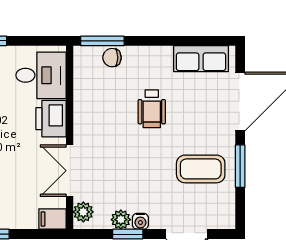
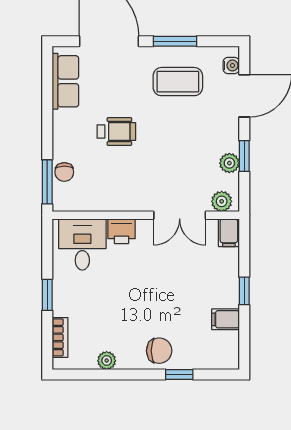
printer: (51, 119) -> (122, 231), width x0.73, depth x0.81
coffee table: (201, 169) -> (178, 82), turned 90
water cooler: (140, 221) -> (231, 65), moved

